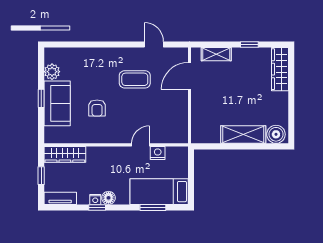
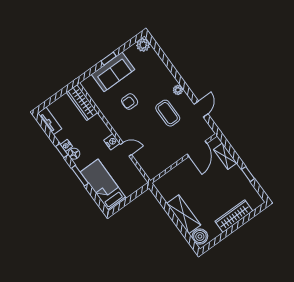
plant: (120, 53) -> (178, 90), added
wardrobe: (280, 69) -> (234, 216), moved
plant: (52, 72) -> (143, 45), moved
door: (189, 76) -> (197, 149), swing flipped
nightstand: (158, 153) -> (112, 142), moved
window: (41, 176) -> (56, 97), removed
window: (153, 207) -> (80, 176), moved

